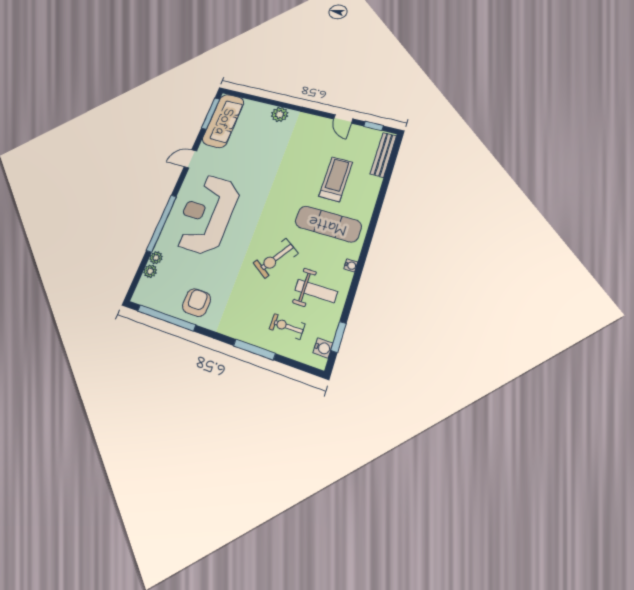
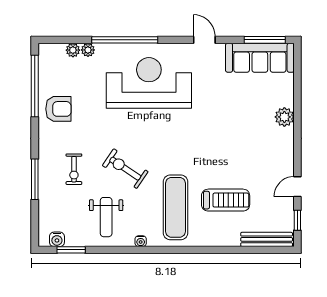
exercise bike: (287, 326) -> (74, 169), moved, turned 180

